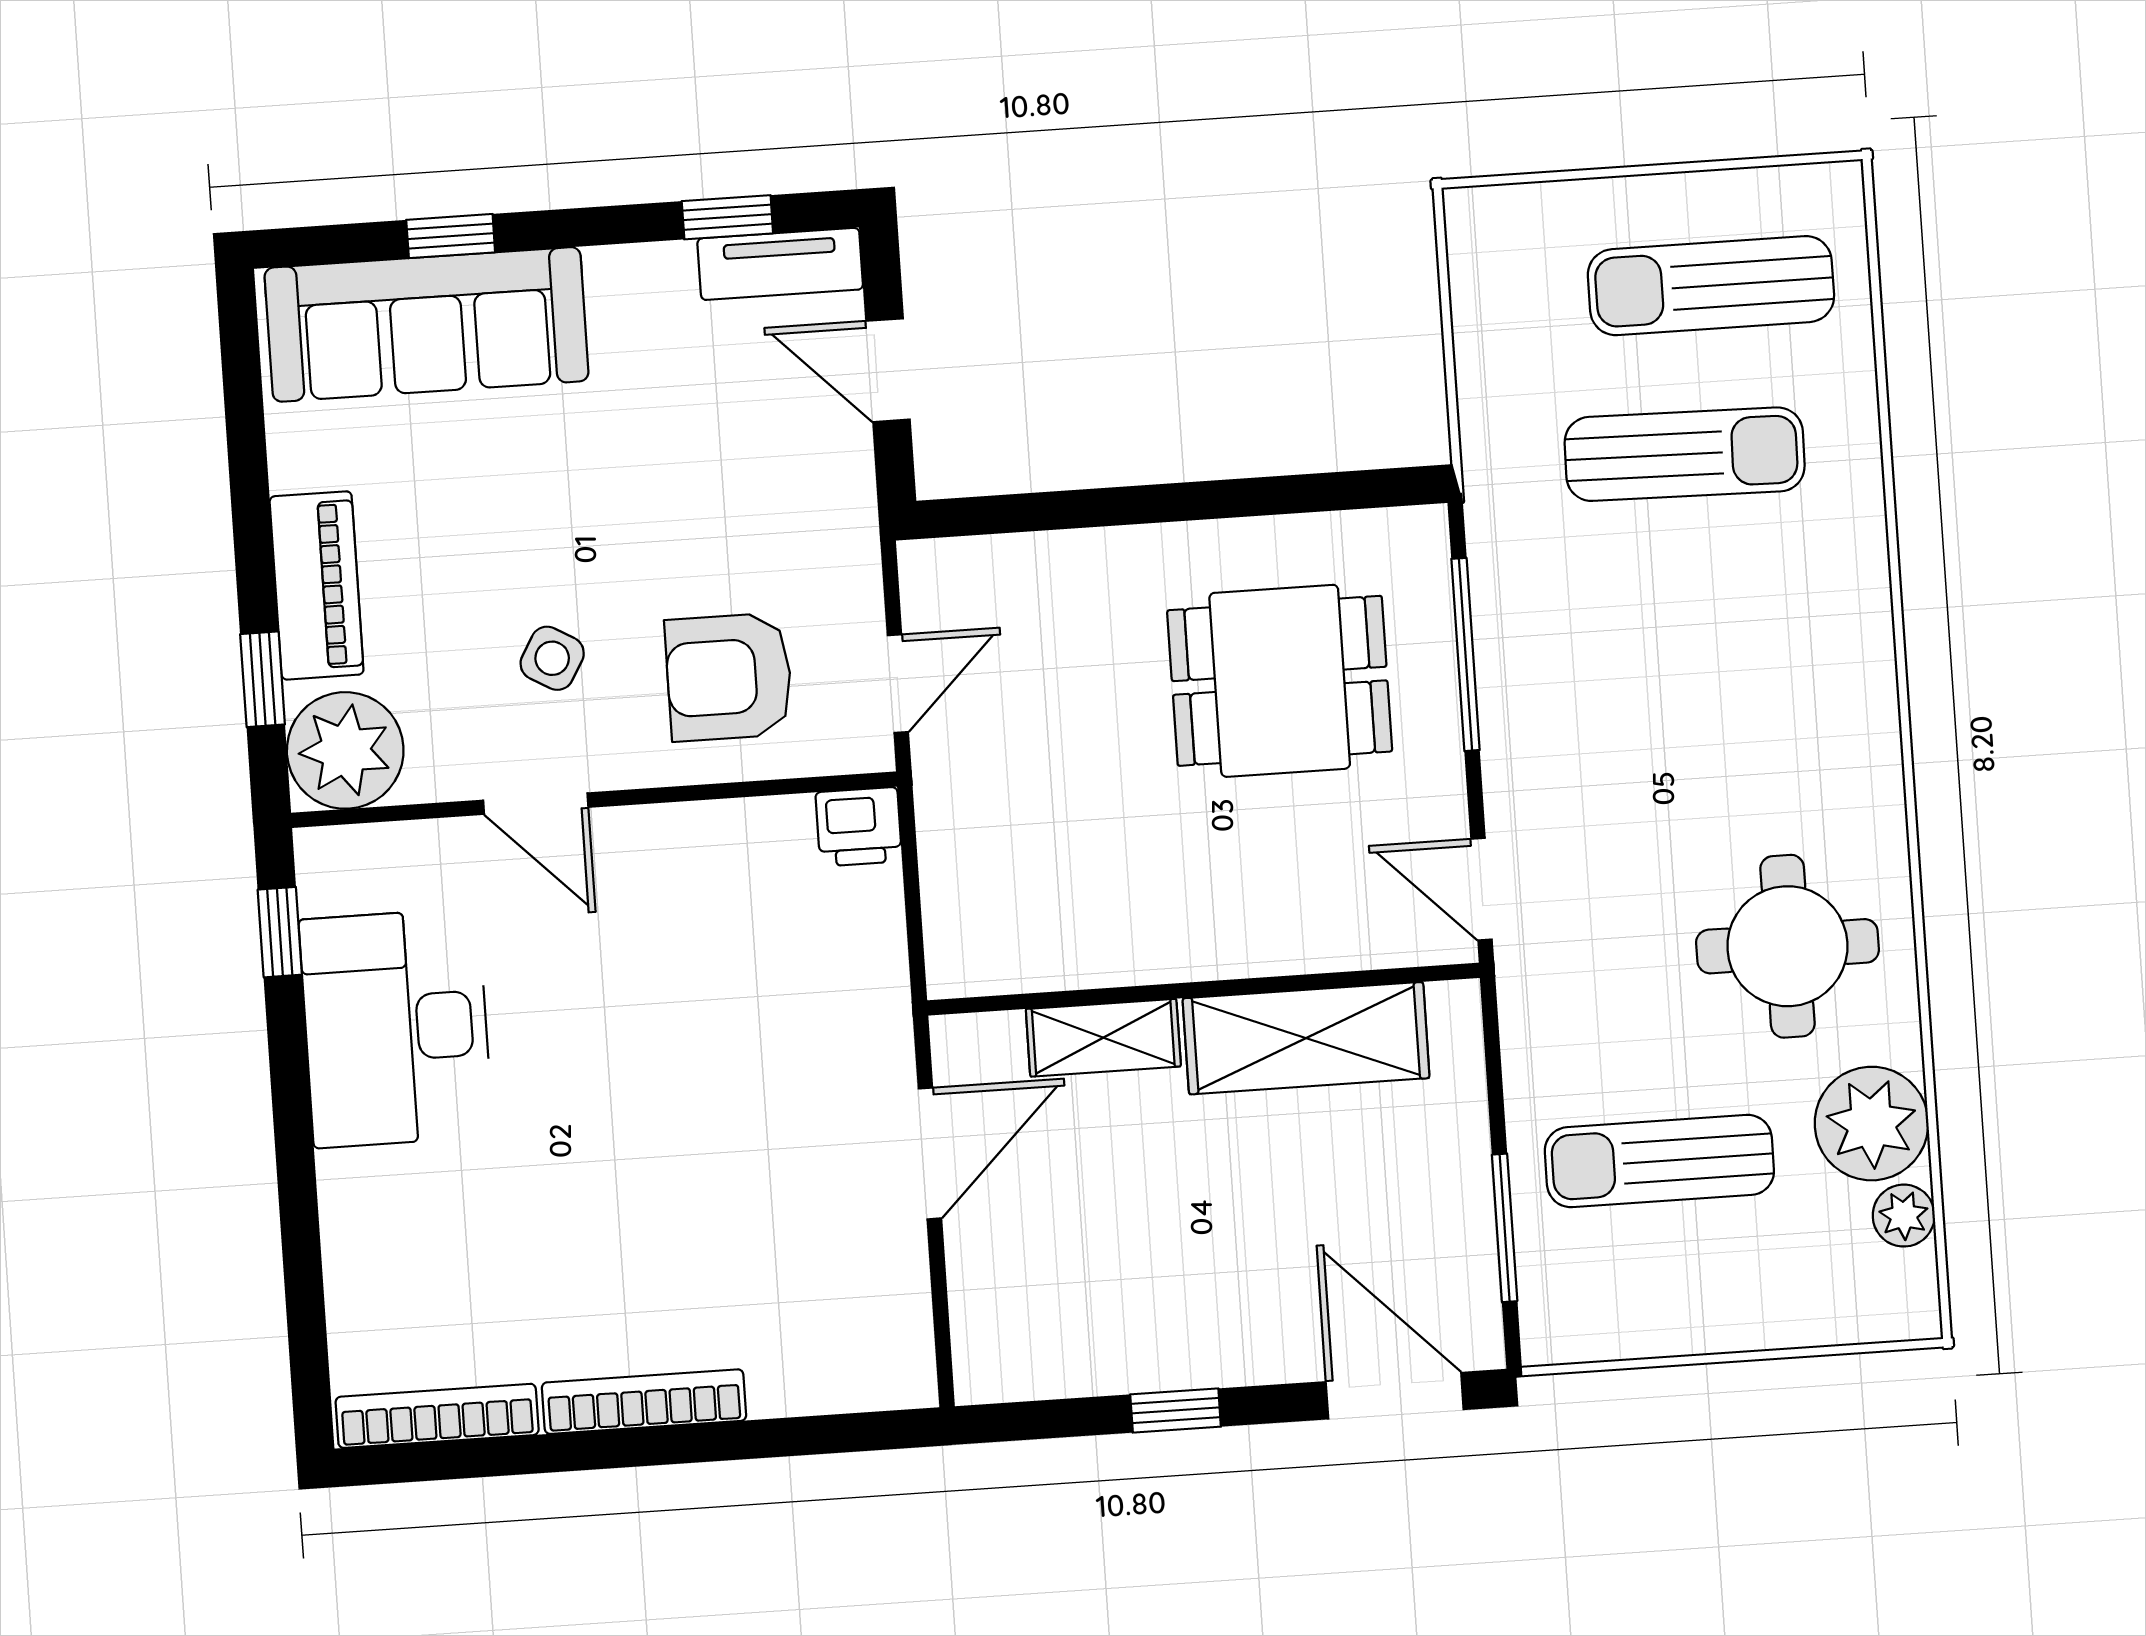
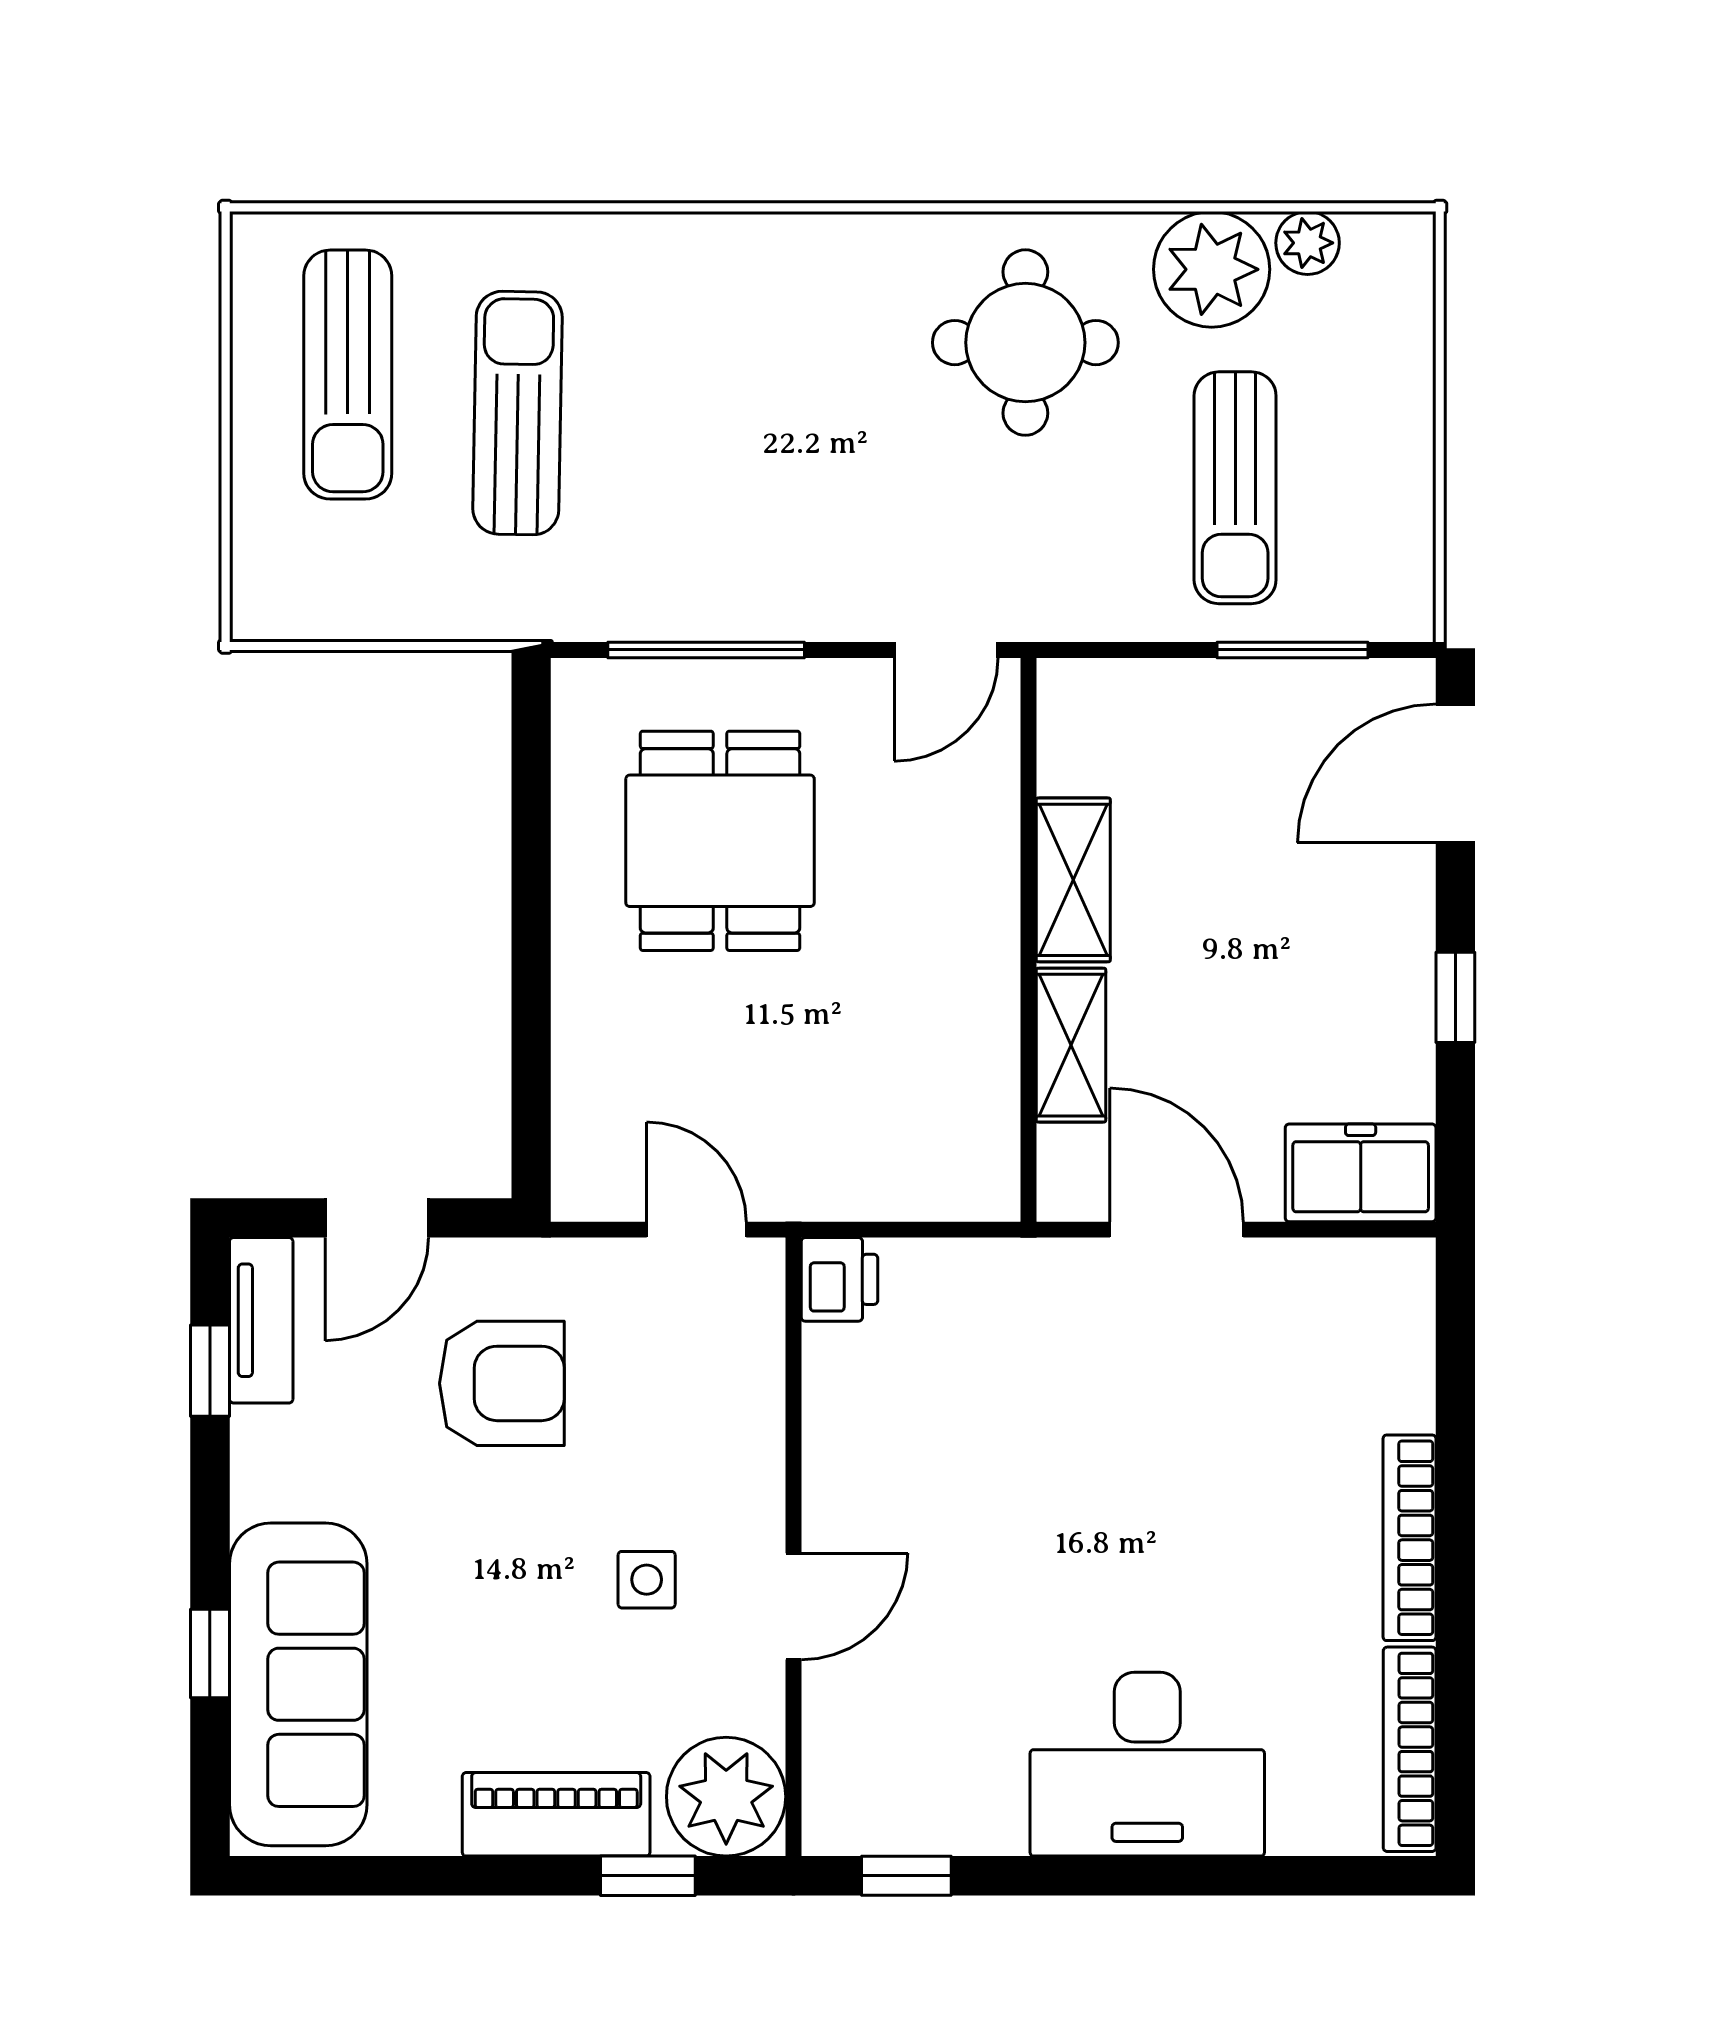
side table: (552, 658) -> (647, 1580), turned -30
armchair: (729, 677) -> (502, 1383), moved, turned -90
desk: (396, 1028) -> (1147, 1764), moved
shelving: (1306, 1038) -> (1073, 880), width x0.67, depth x0.75
freezer: (998, 1329) -> (1361, 1173), added

